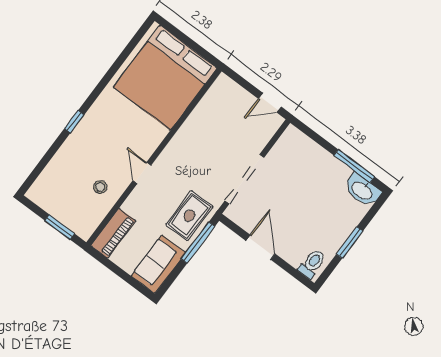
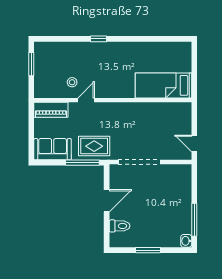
bed: (165, 78) -> (163, 85), width x0.49
door: (142, 173) -> (86, 100), moved
washbasin: (362, 190) -> (186, 241), width x0.52, depth x0.69
window: (60, 227) -> (31, 64), moved
toilet: (312, 264) -> (120, 226), moved

